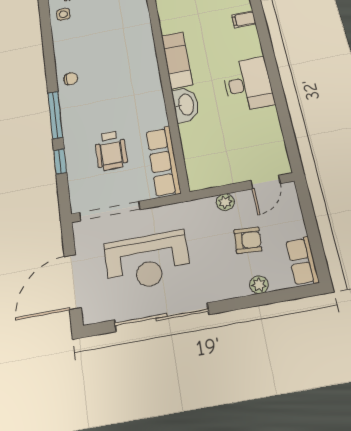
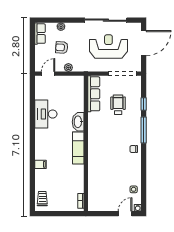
desk: (248, 84) -> (46, 114), moved

